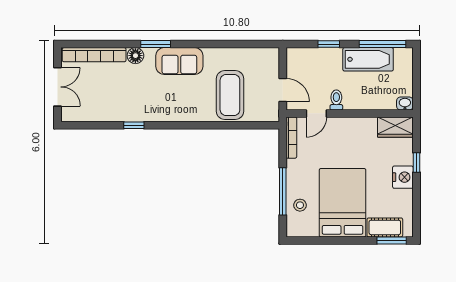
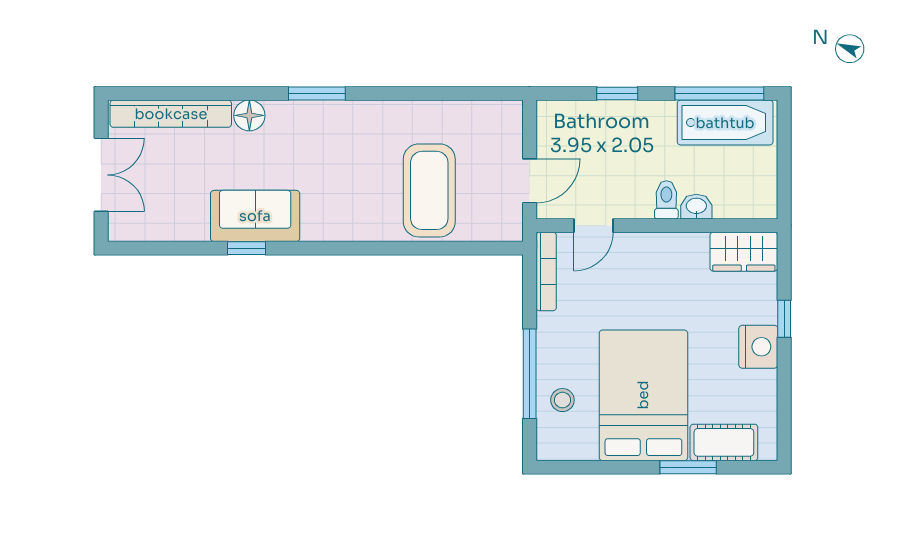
window: (156, 44) -> (317, 94), moved
bathtub: (368, 59) -> (725, 123), moved
sofa: (179, 61) -> (255, 216), moved, turned 180
door: (283, 90) -> (530, 181), hinge flipped
toilet: (336, 100) -> (666, 200), moved
washbasin: (405, 104) -> (696, 207), moved
window: (392, 240) -> (688, 467), moved

